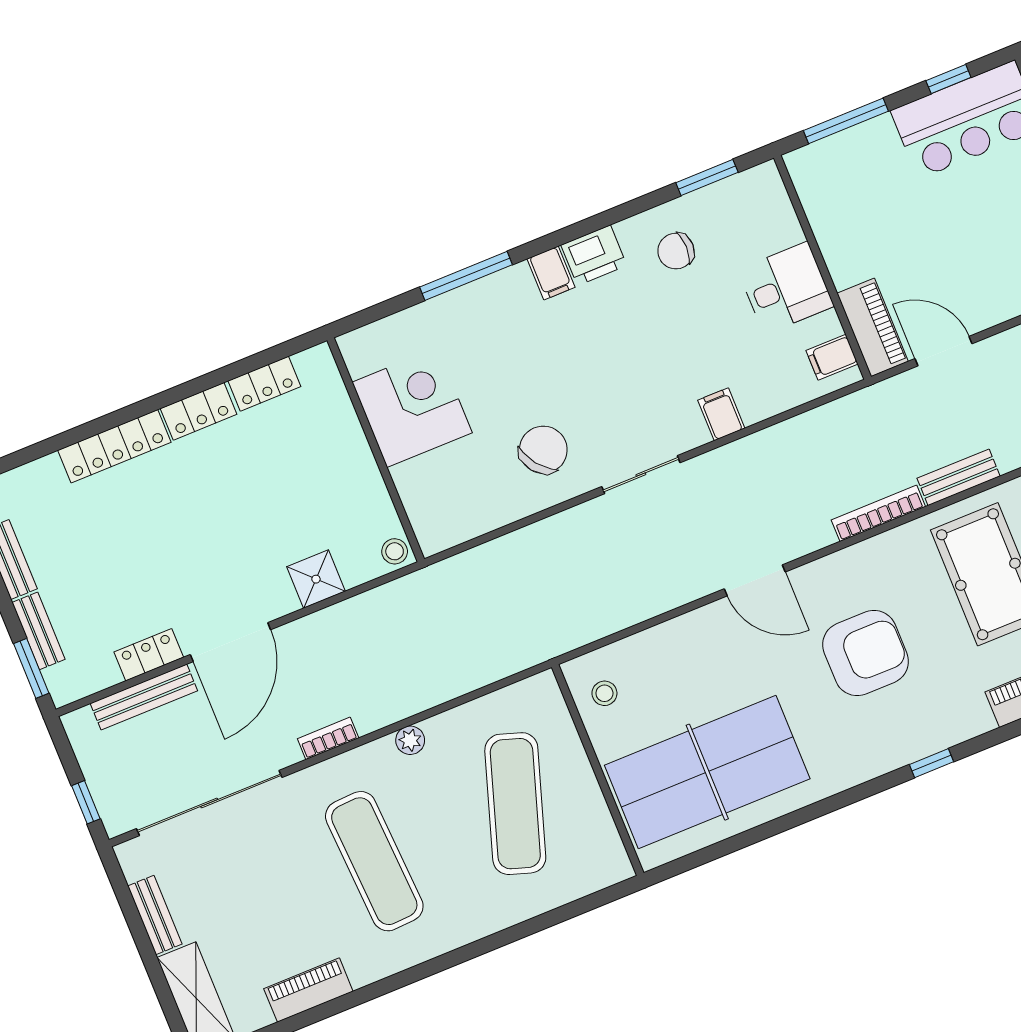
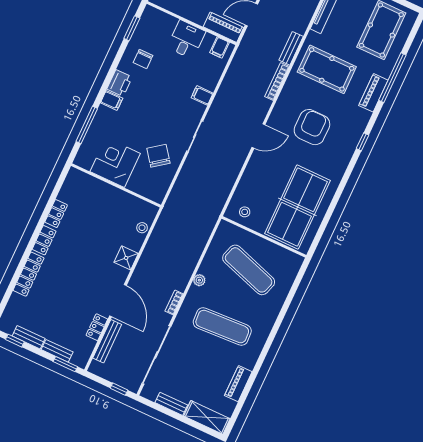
corner desk: (412, 407) -> (115, 163), moved
wall: (376, 450) -> (116, 185), moved

